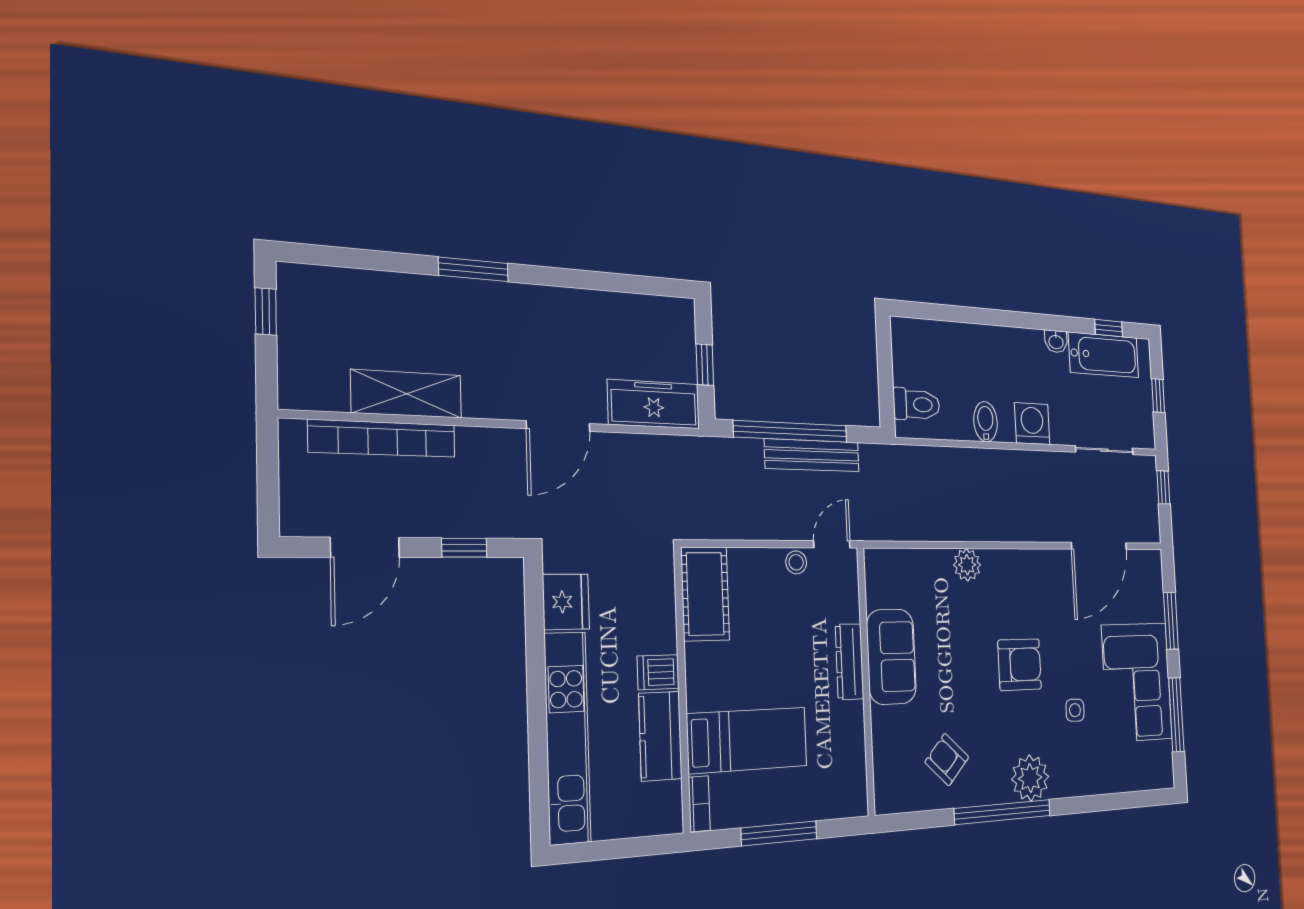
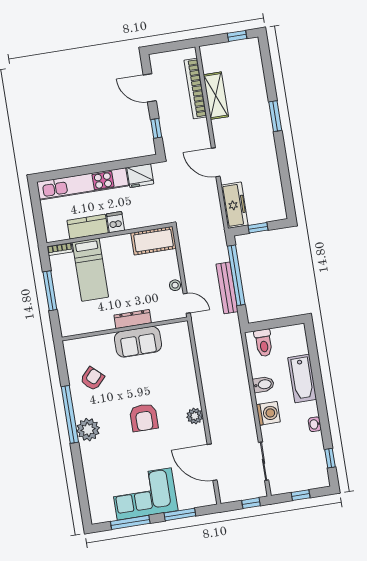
bathtub: (1104, 355) -> (302, 379), moved
plant: (967, 565) -> (195, 416), moved
side table: (1075, 710) -> (125, 455), removed

